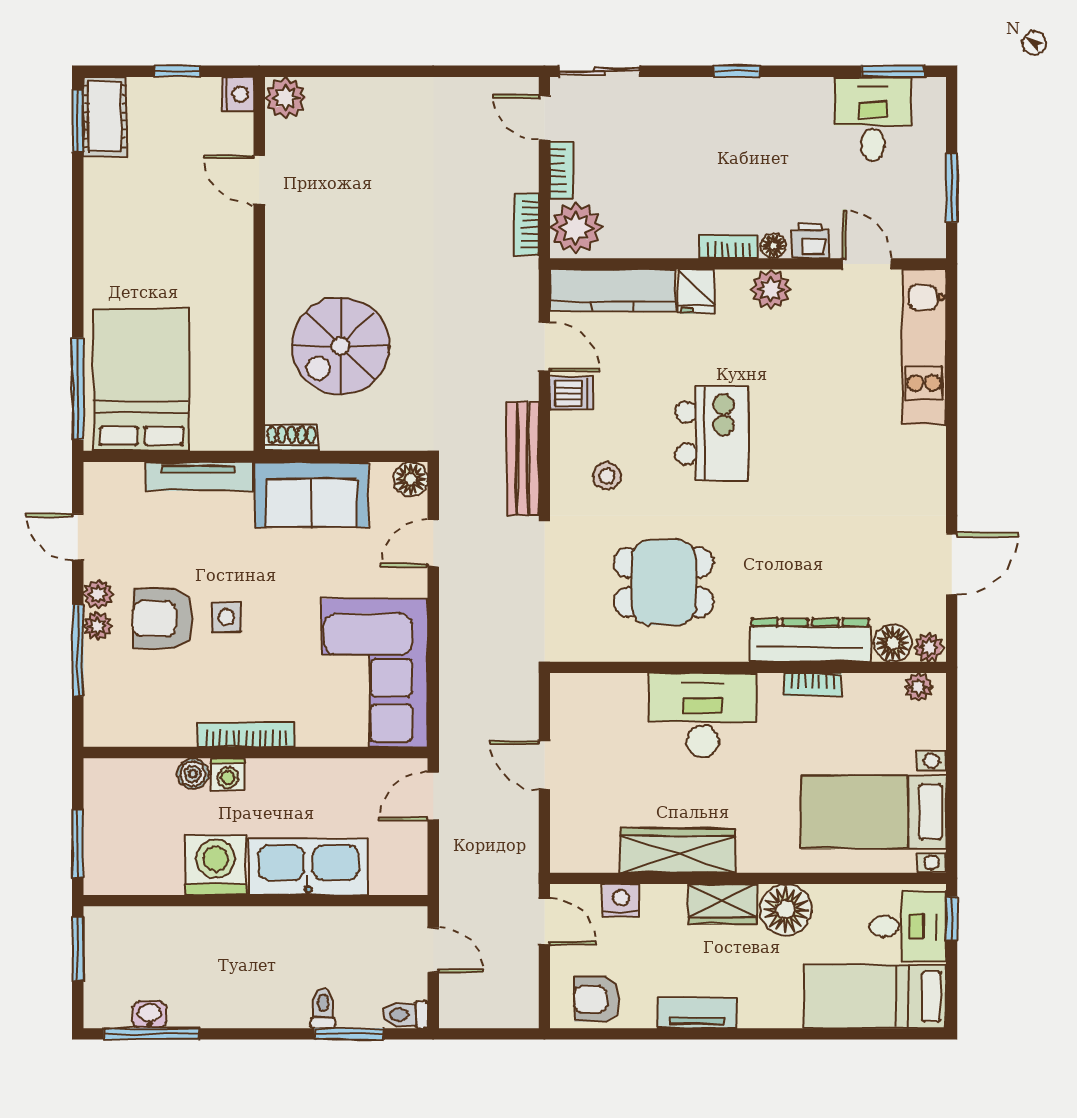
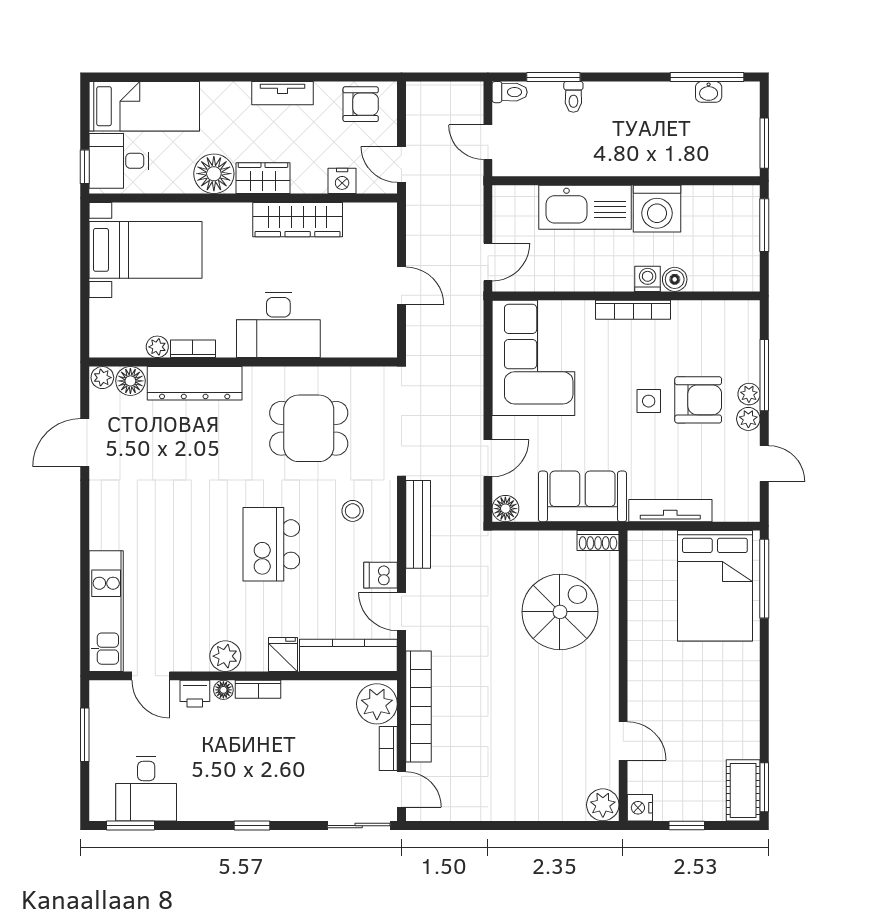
bookcase: (526, 224) -> (418, 706), width x2.31, depth x1.31
plant: (918, 687) -> (157, 347), moved

